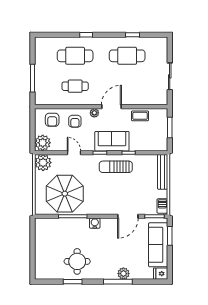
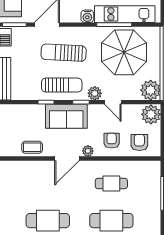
plant: (89, 160) -> (95, 93), added
sun lounger: (114, 193) -> (64, 53), added
kitchen unit: (64, 225) -> (125, 14), added

